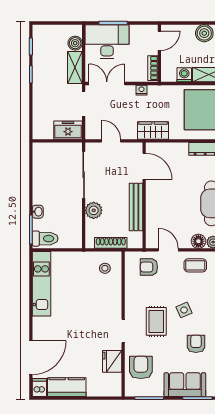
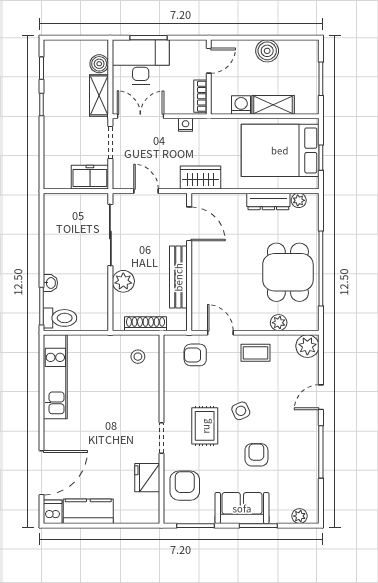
floor lamp: (198, 241) -> (260, 321), removed

